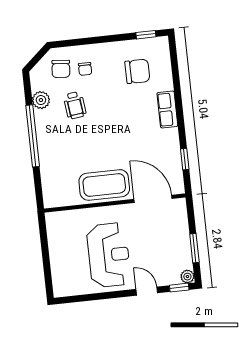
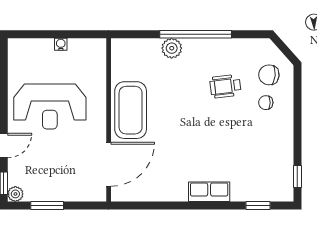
chair: (137, 71) -> (257, 162), removed
plant: (41, 100) -> (172, 48), moved
window: (185, 159) -> (258, 205), moved
water cooler: (54, 251) -> (61, 44), added

